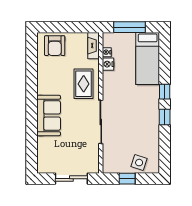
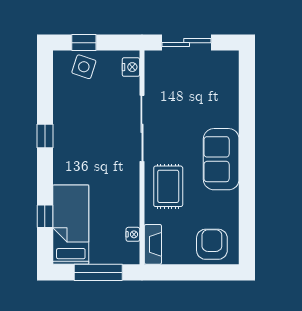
nightstand: (108, 64) -> (131, 67), moved
window: (165, 92) -> (45, 216), moved
sofa: (49, 116) -> (221, 159), moved
window: (127, 179) -> (84, 43), moved

